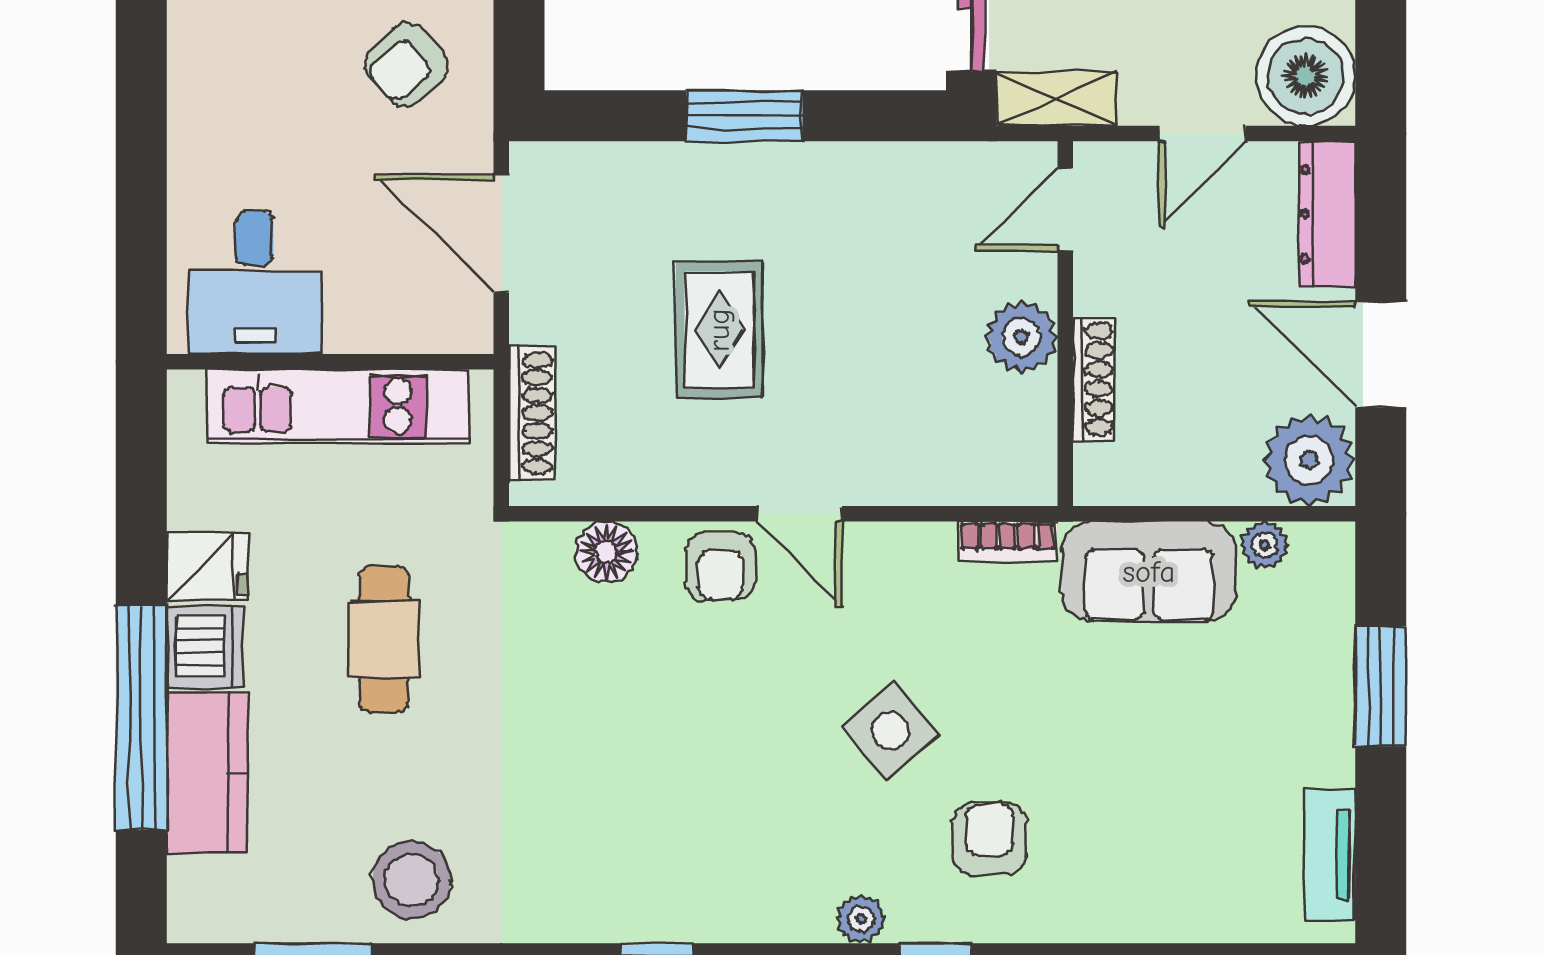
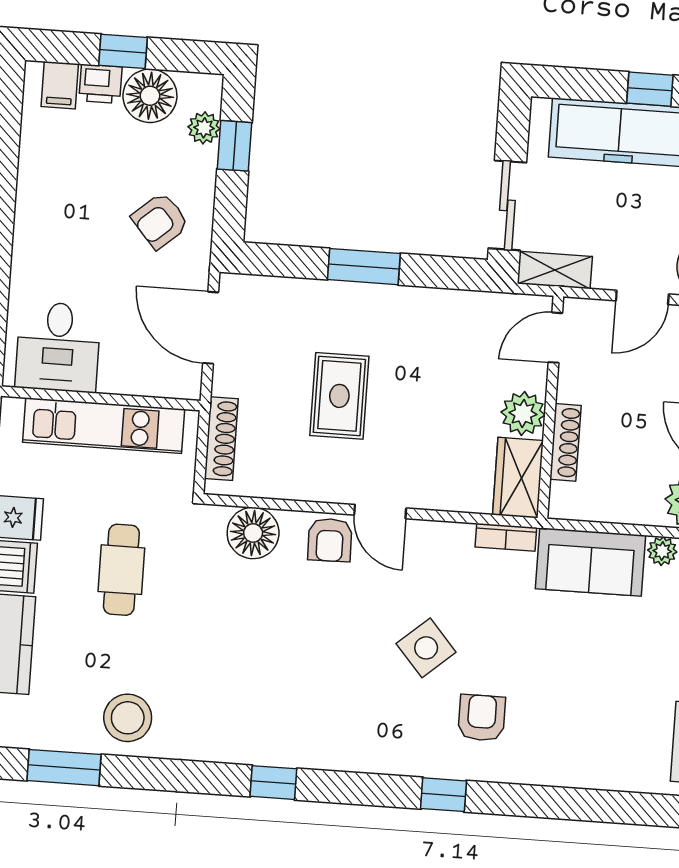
wardrobe: (1021, 442) -> (518, 478), added
floor lamp: (606, 552) -> (253, 533), width x1.38, depth x1.38
plant: (861, 919) -> (400, 761), removed

